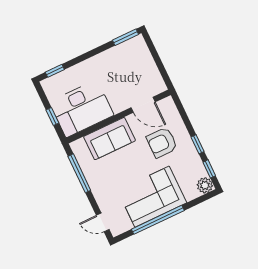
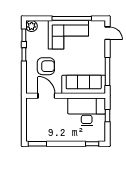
sofa: (109, 139) -> (84, 84), width x1.36

